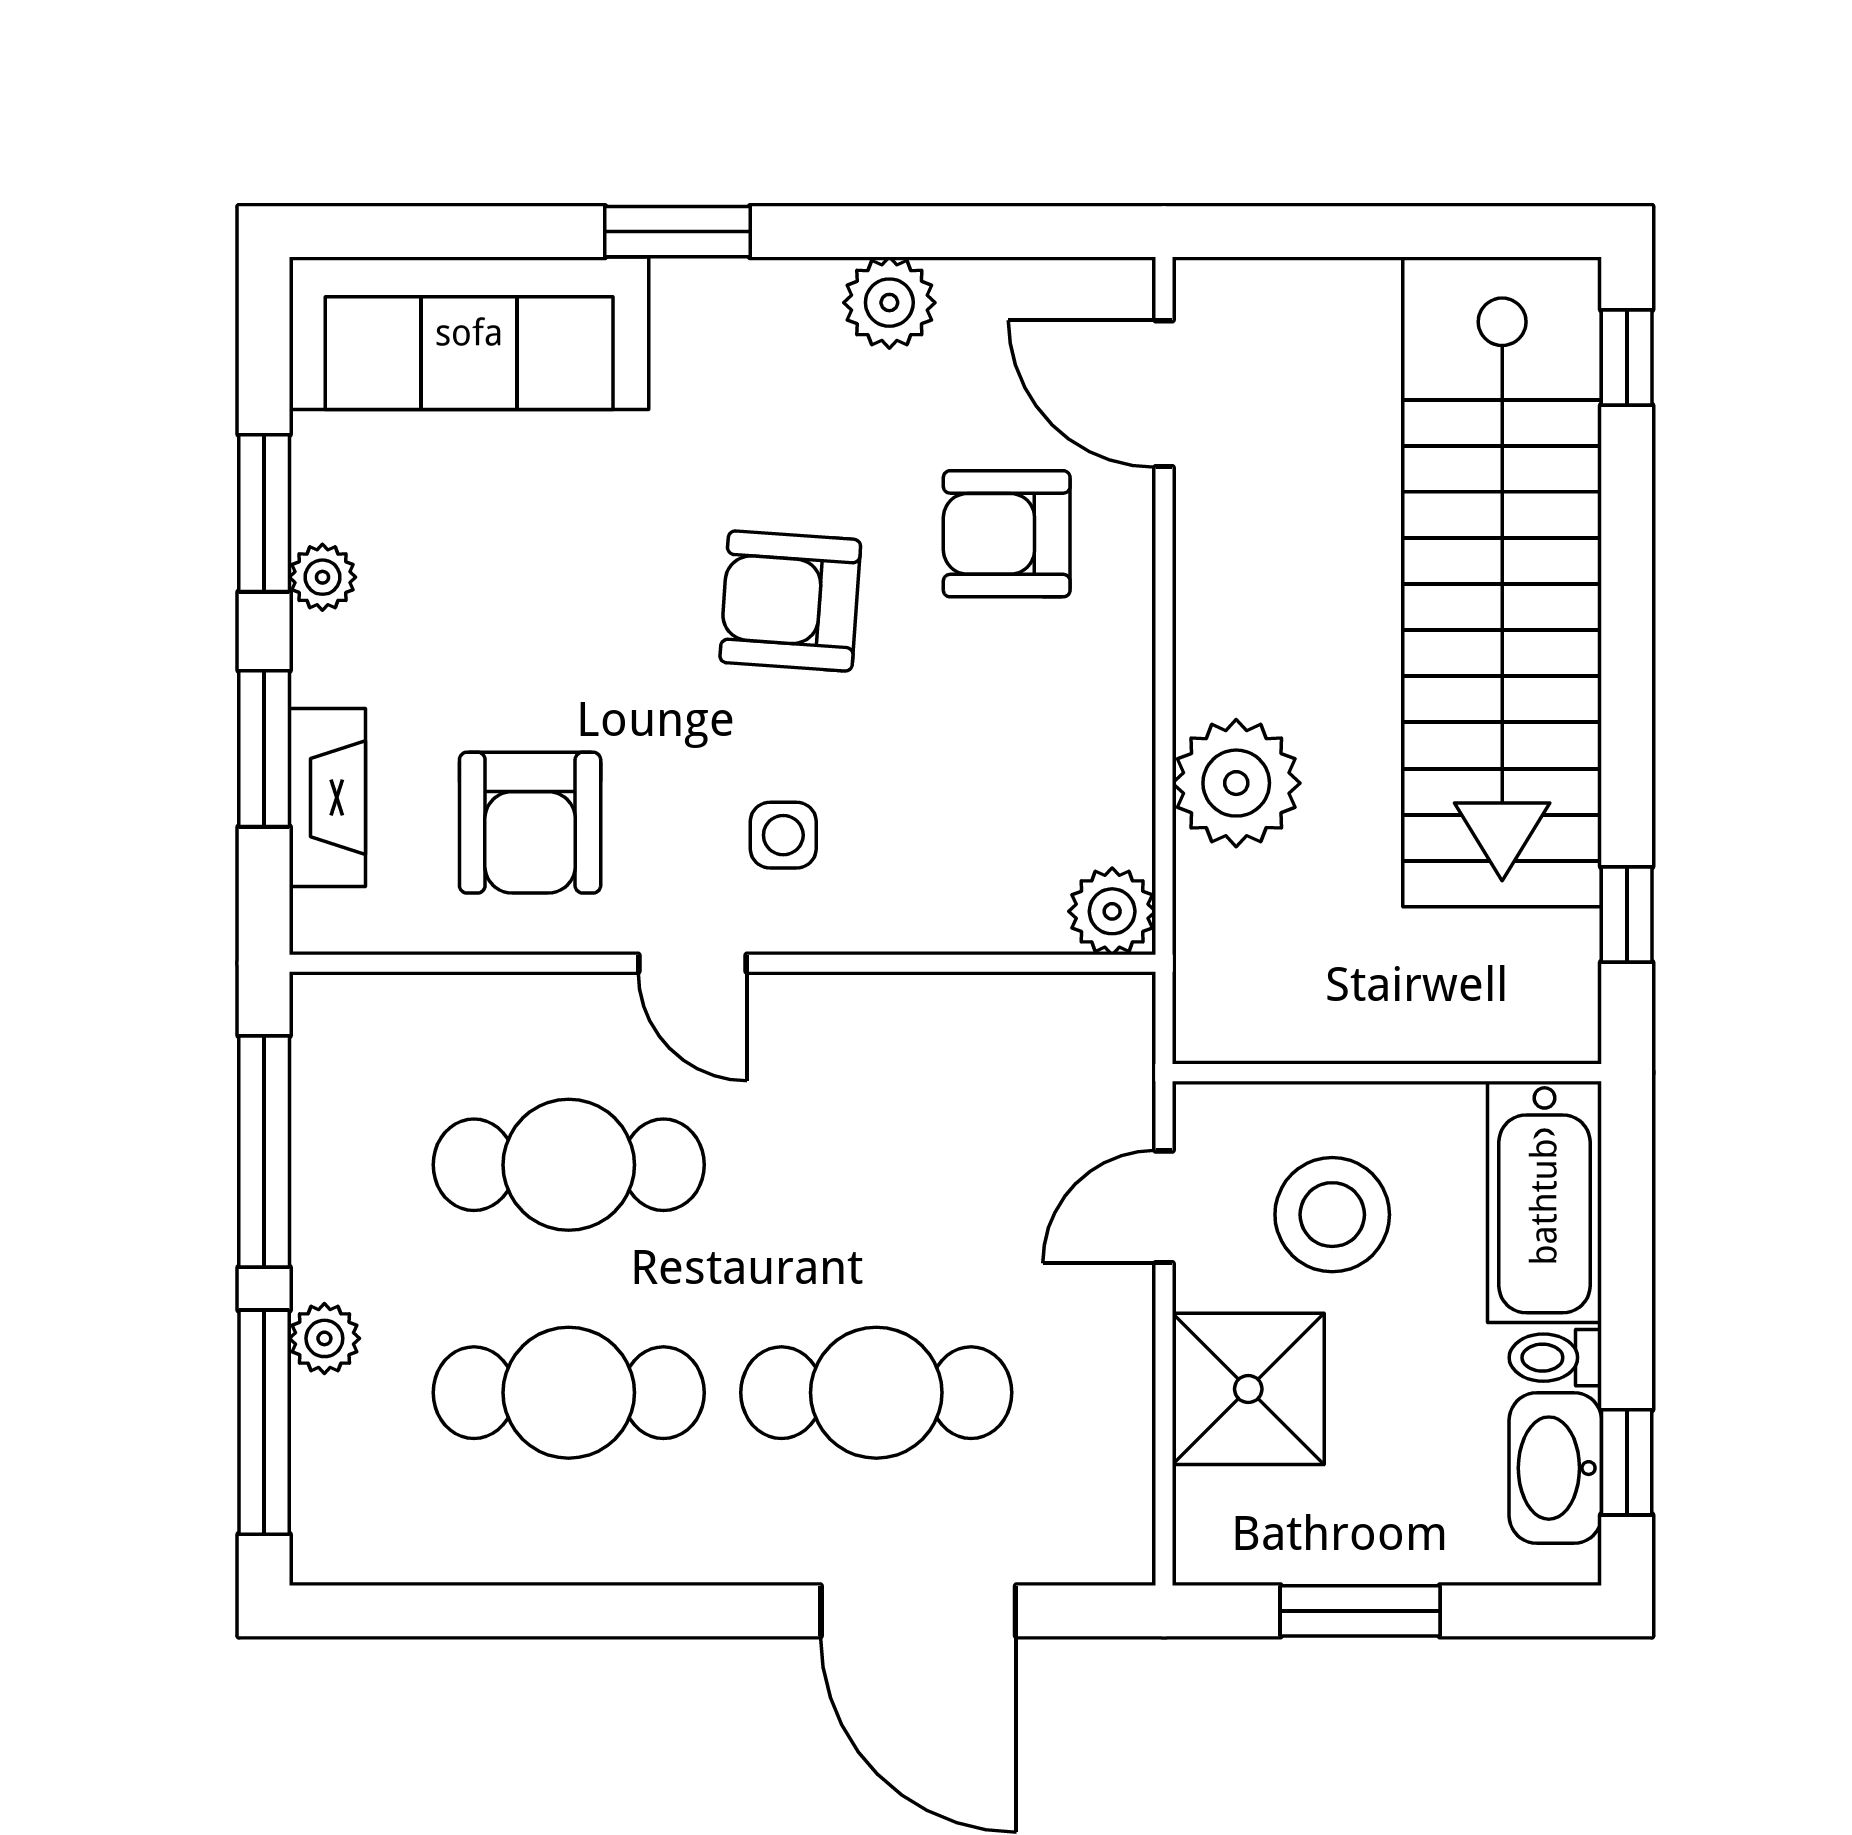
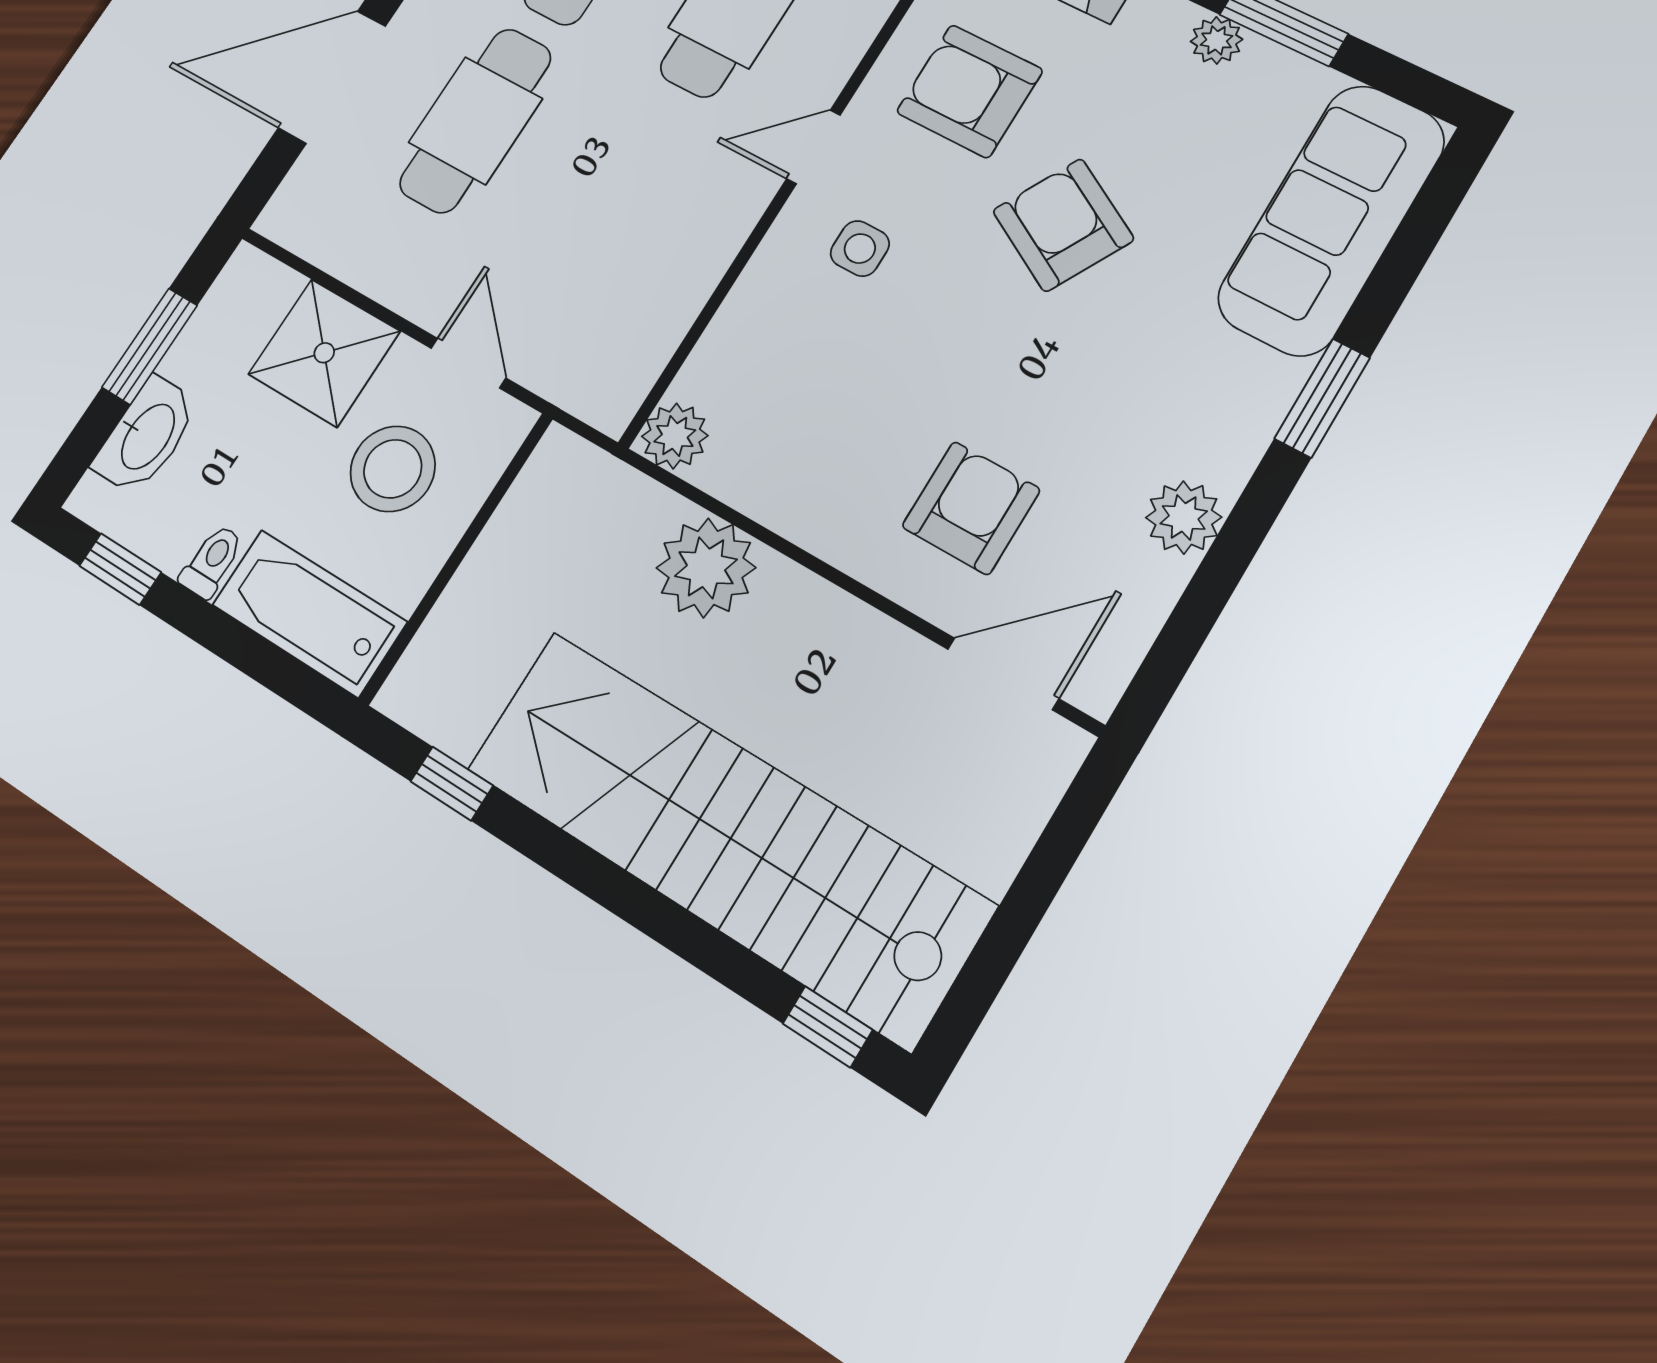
armchair: (790, 601) -> (1063, 225), moved, turned -65
washbasin: (1555, 1468) -> (146, 436), moved, turned 90

